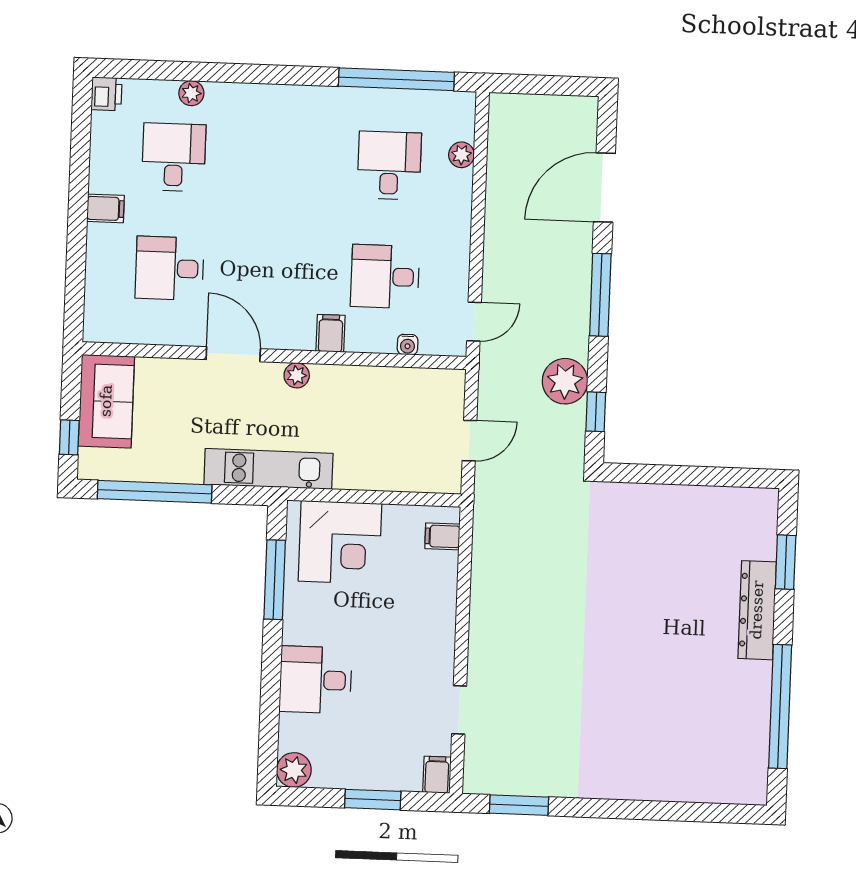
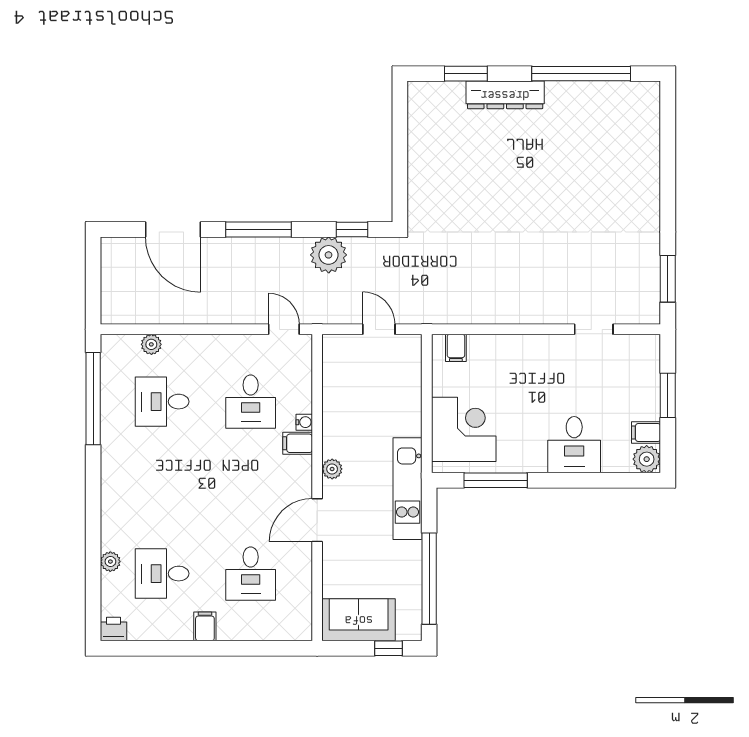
water cooler: (408, 345) -> (304, 422), moved
filing cabinet: (437, 775) -> (646, 433), moved

